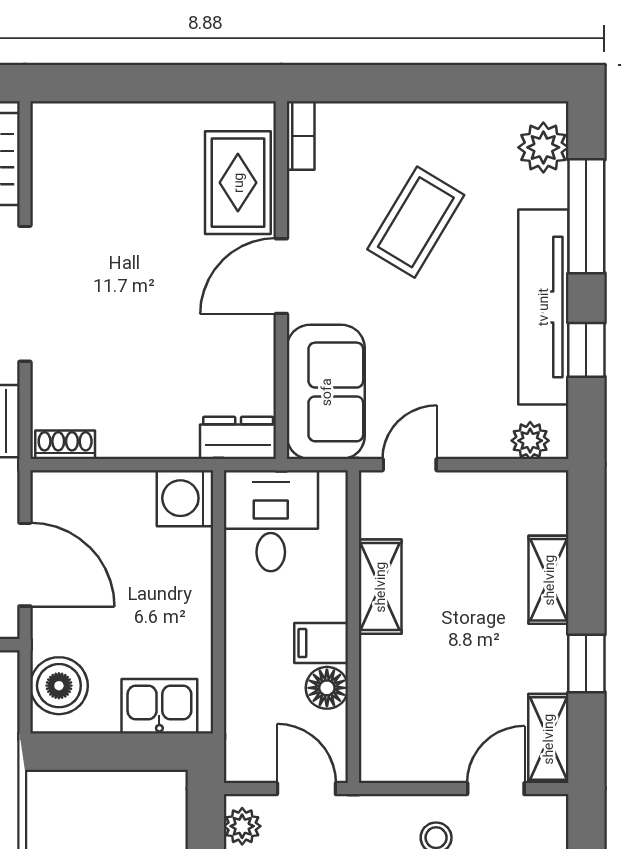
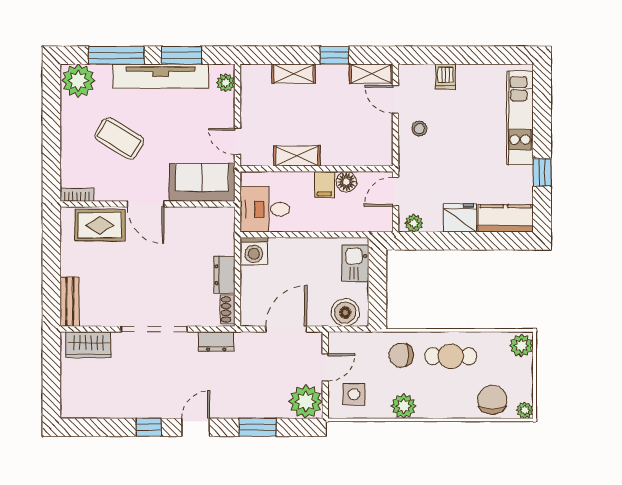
bench: (81, 121) -> (70, 302), added
plant: (543, 147) -> (78, 81), width x1.36, depth x1.36
window: (586, 350) -> (181, 55), width x1.50
dresser: (238, 438) -> (224, 275), moved

